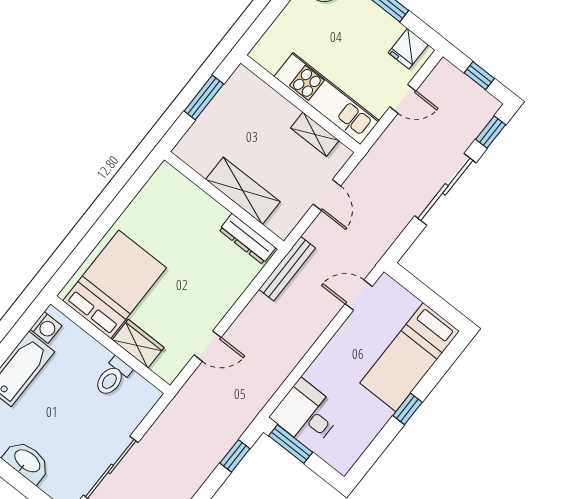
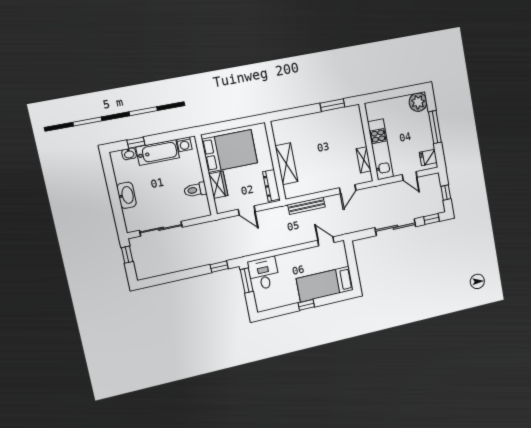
shelving: (243, 191) -> (286, 164), moved
wall: (224, 200) -> (275, 161), moved
dresser: (247, 239) -> (271, 186), moved

